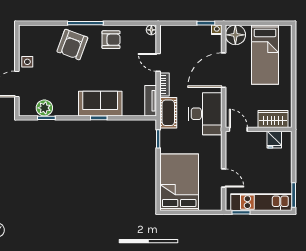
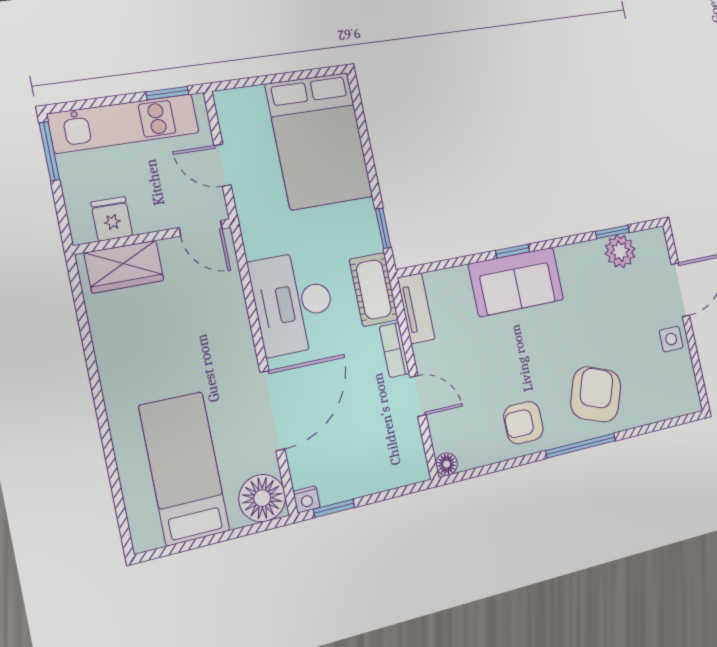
wardrobe: (273, 119) -> (124, 267), moved
door: (238, 129) -> (201, 228), moved
wall: (259, 129) -> (153, 236), moved
fridge: (274, 140) -> (112, 219), moved

